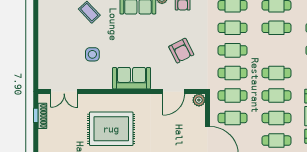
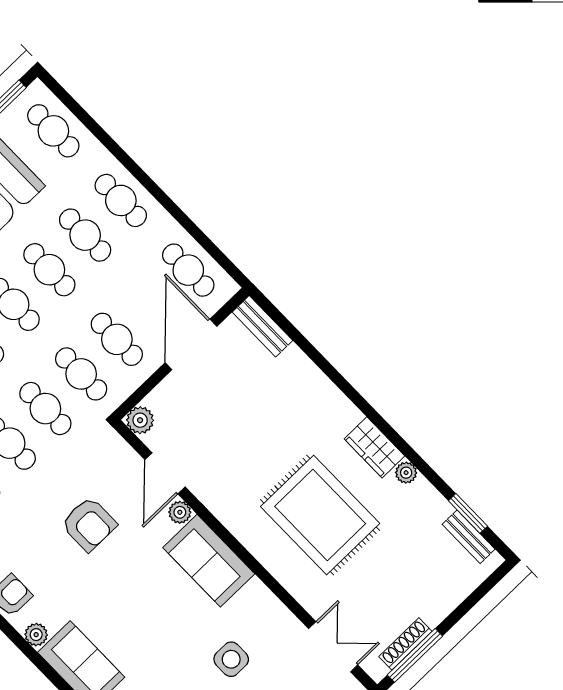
armchair: (181, 51) -> (89, 524), turned 117
plant: (156, 84) -> (180, 512), added
door: (174, 91) -> (165, 473), swing flipped
window: (36, 115) -> (415, 655), width x2.17

